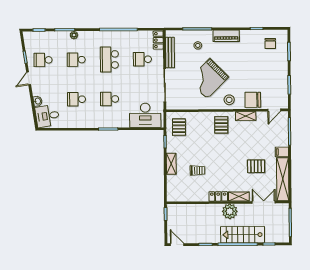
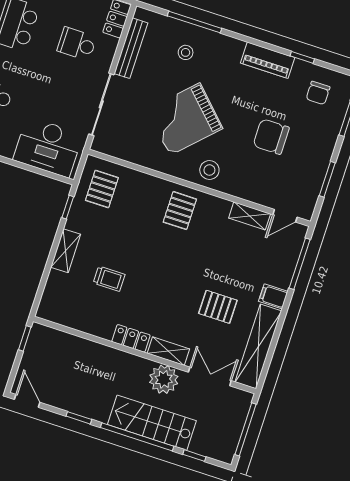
piano: (226, 36) -> (268, 60), moved
chair: (253, 100) -> (271, 137), moved
shelving: (246, 116) -> (250, 216), moved
plant: (230, 211) -> (164, 379), moved

